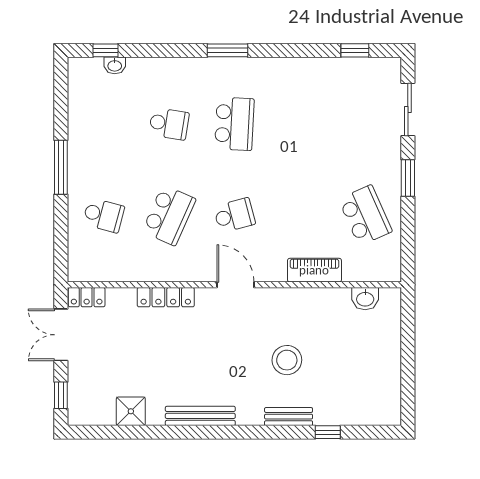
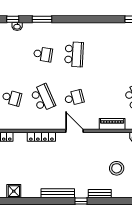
window: (228, 50) -> (42, 19), moved
school desk: (169, 215) -> (43, 98), turned -48
stool: (287, 360) -> (117, 168), moved
shower: (131, 411) -> (14, 191), moved
window: (328, 432) -> (81, 201), moved

